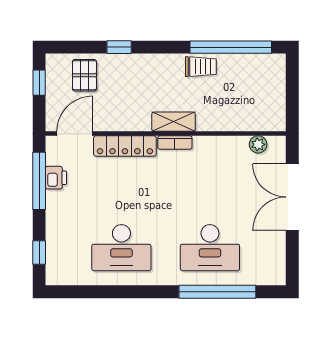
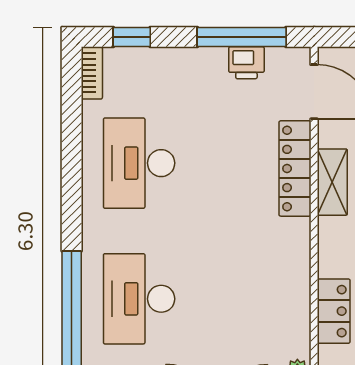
locker: (218, 121) -> (334, 311), added
shelving: (174, 122) -> (332, 182), moved
bookcase: (175, 143) -> (92, 73), moved, turned 180

